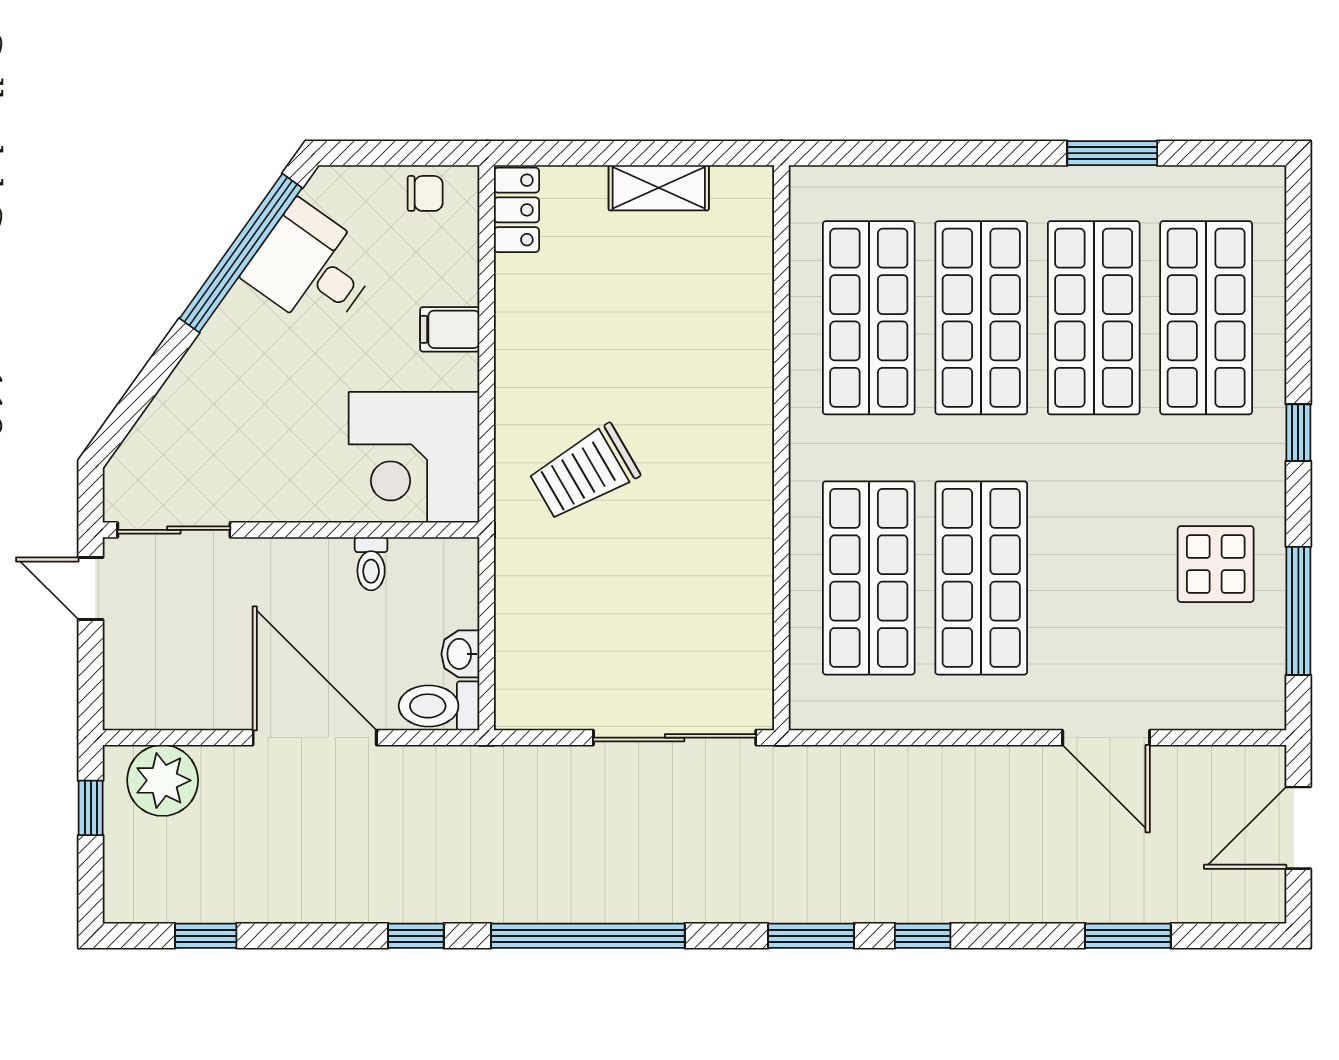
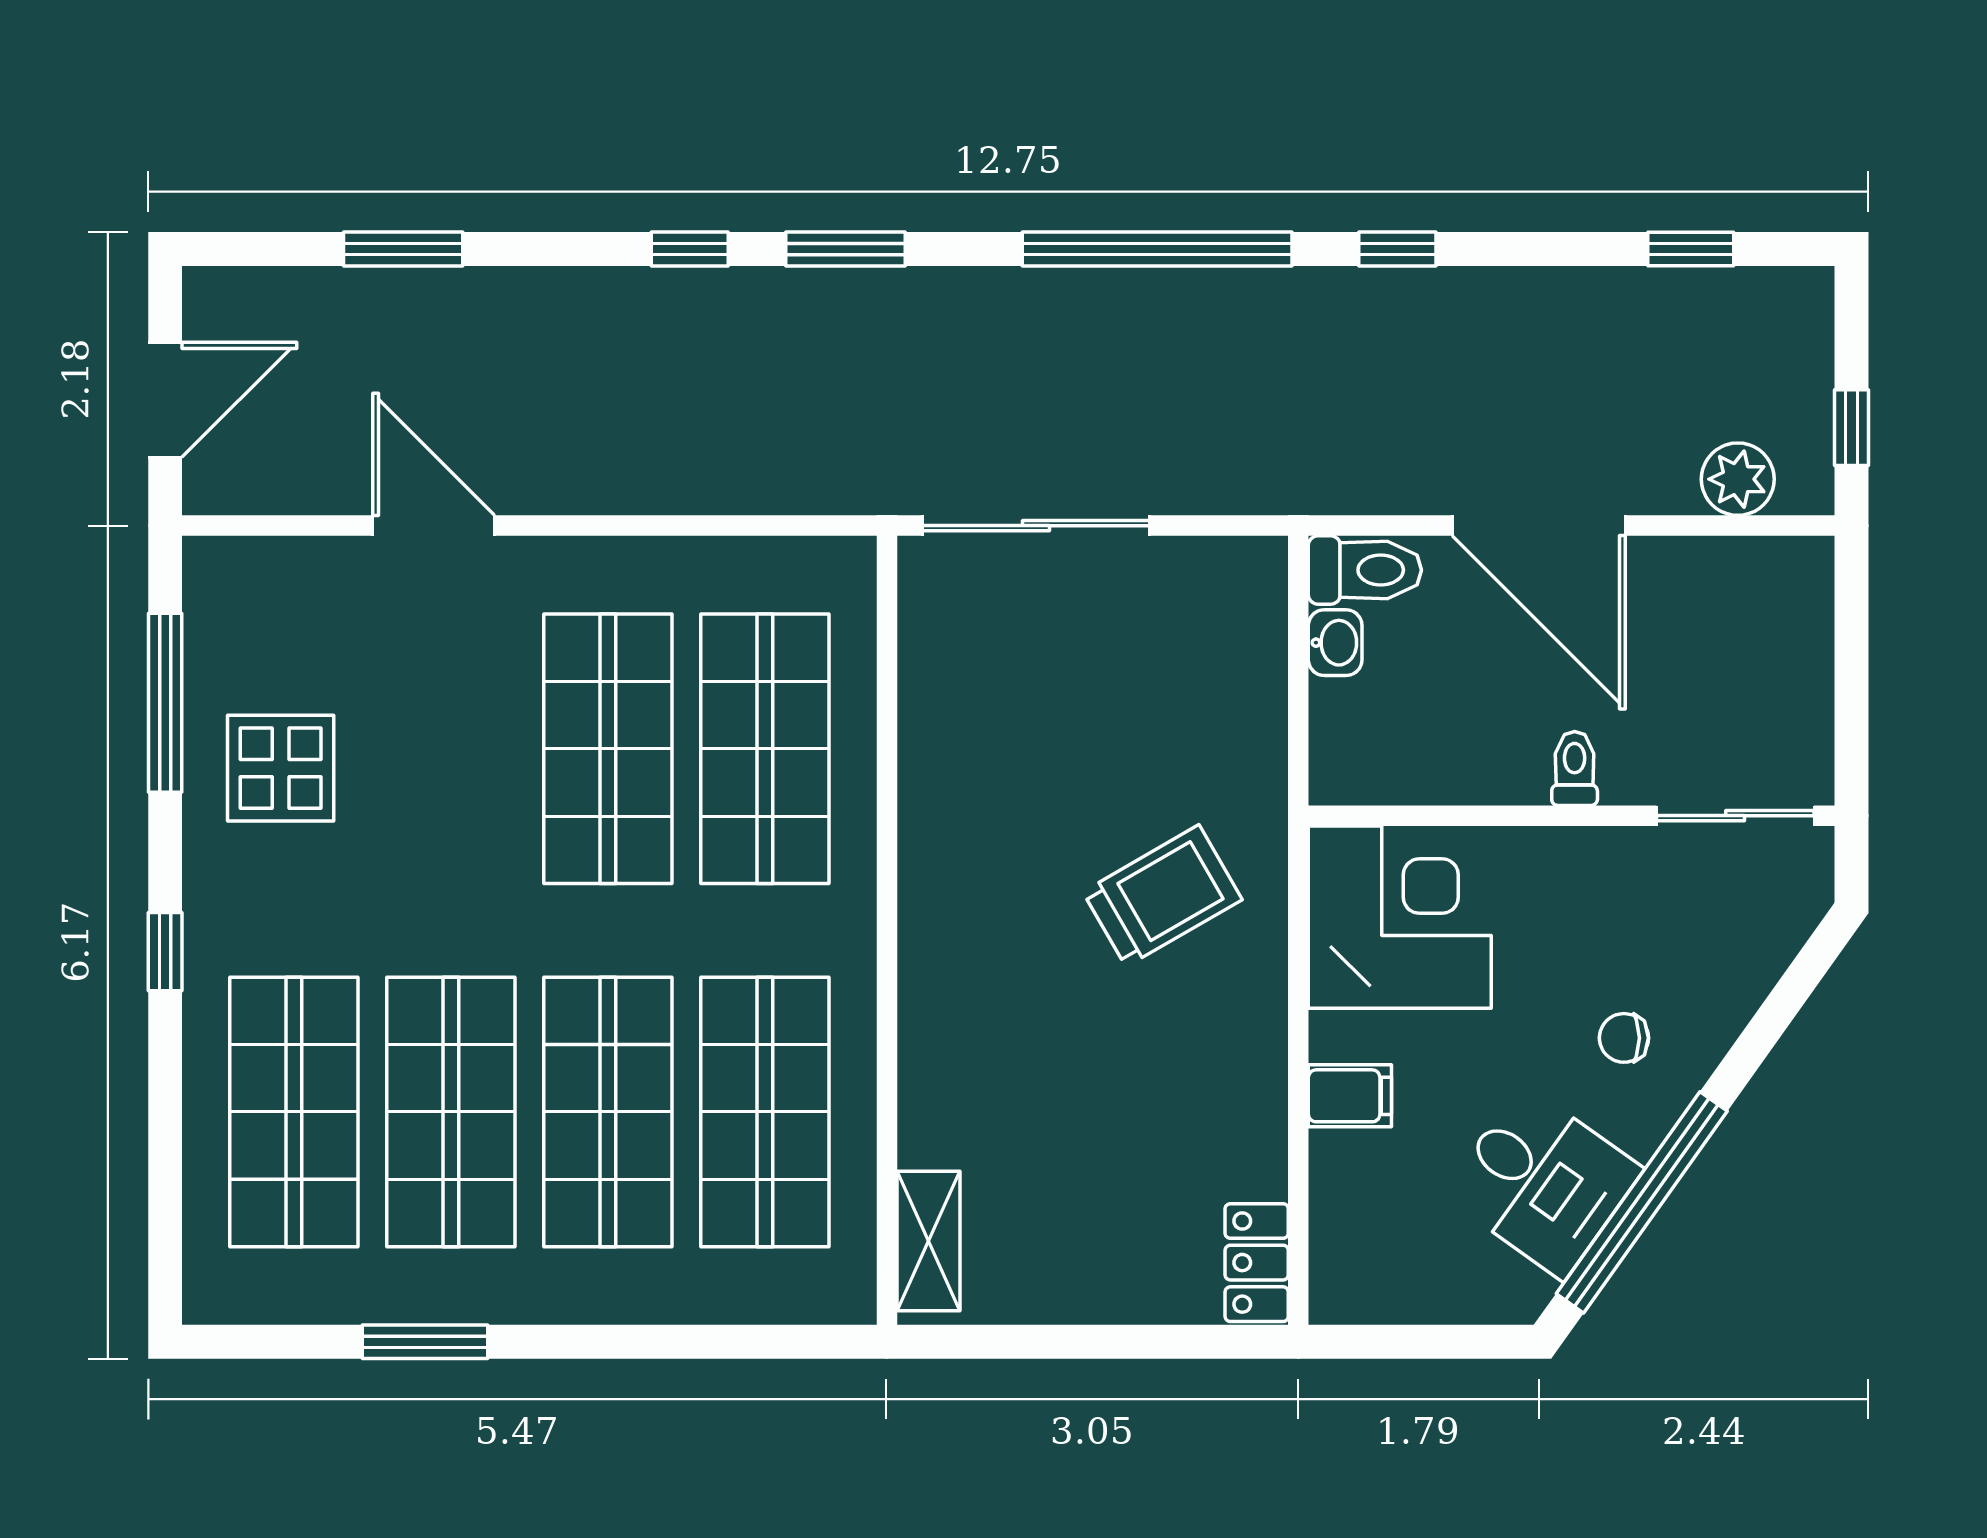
shelving: (659, 188) -> (928, 1241), moved, turned 90
chair: (425, 193) -> (1624, 1038), moved
toilet: (371, 564) -> (1575, 768), moved
door: (91, 589) -> (1851, 734), removed
plant: (163, 780) -> (1738, 479), width x0.73, depth x0.73

